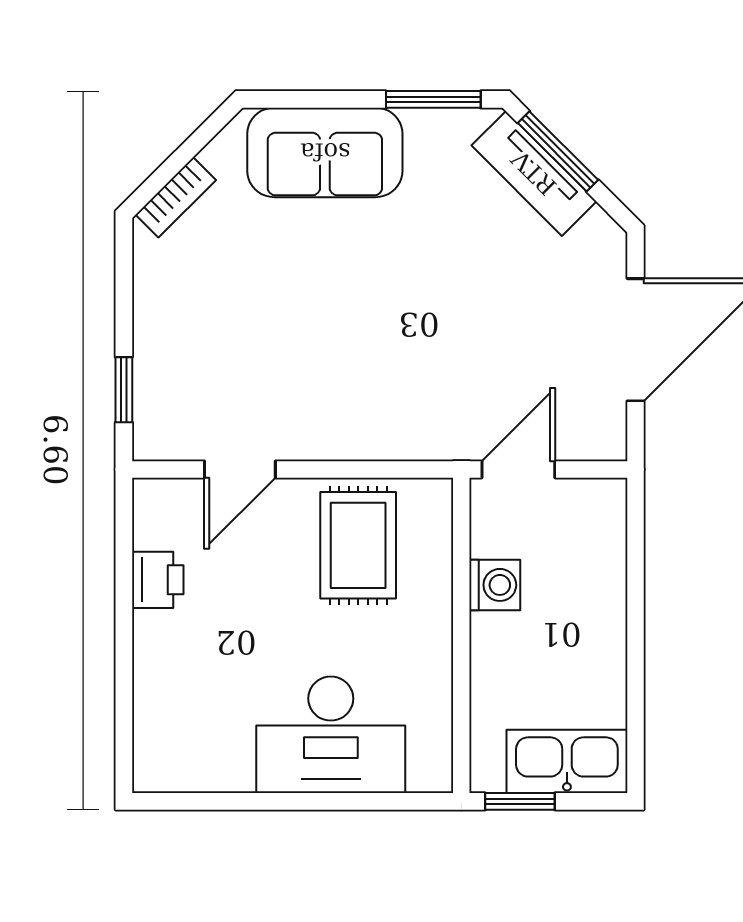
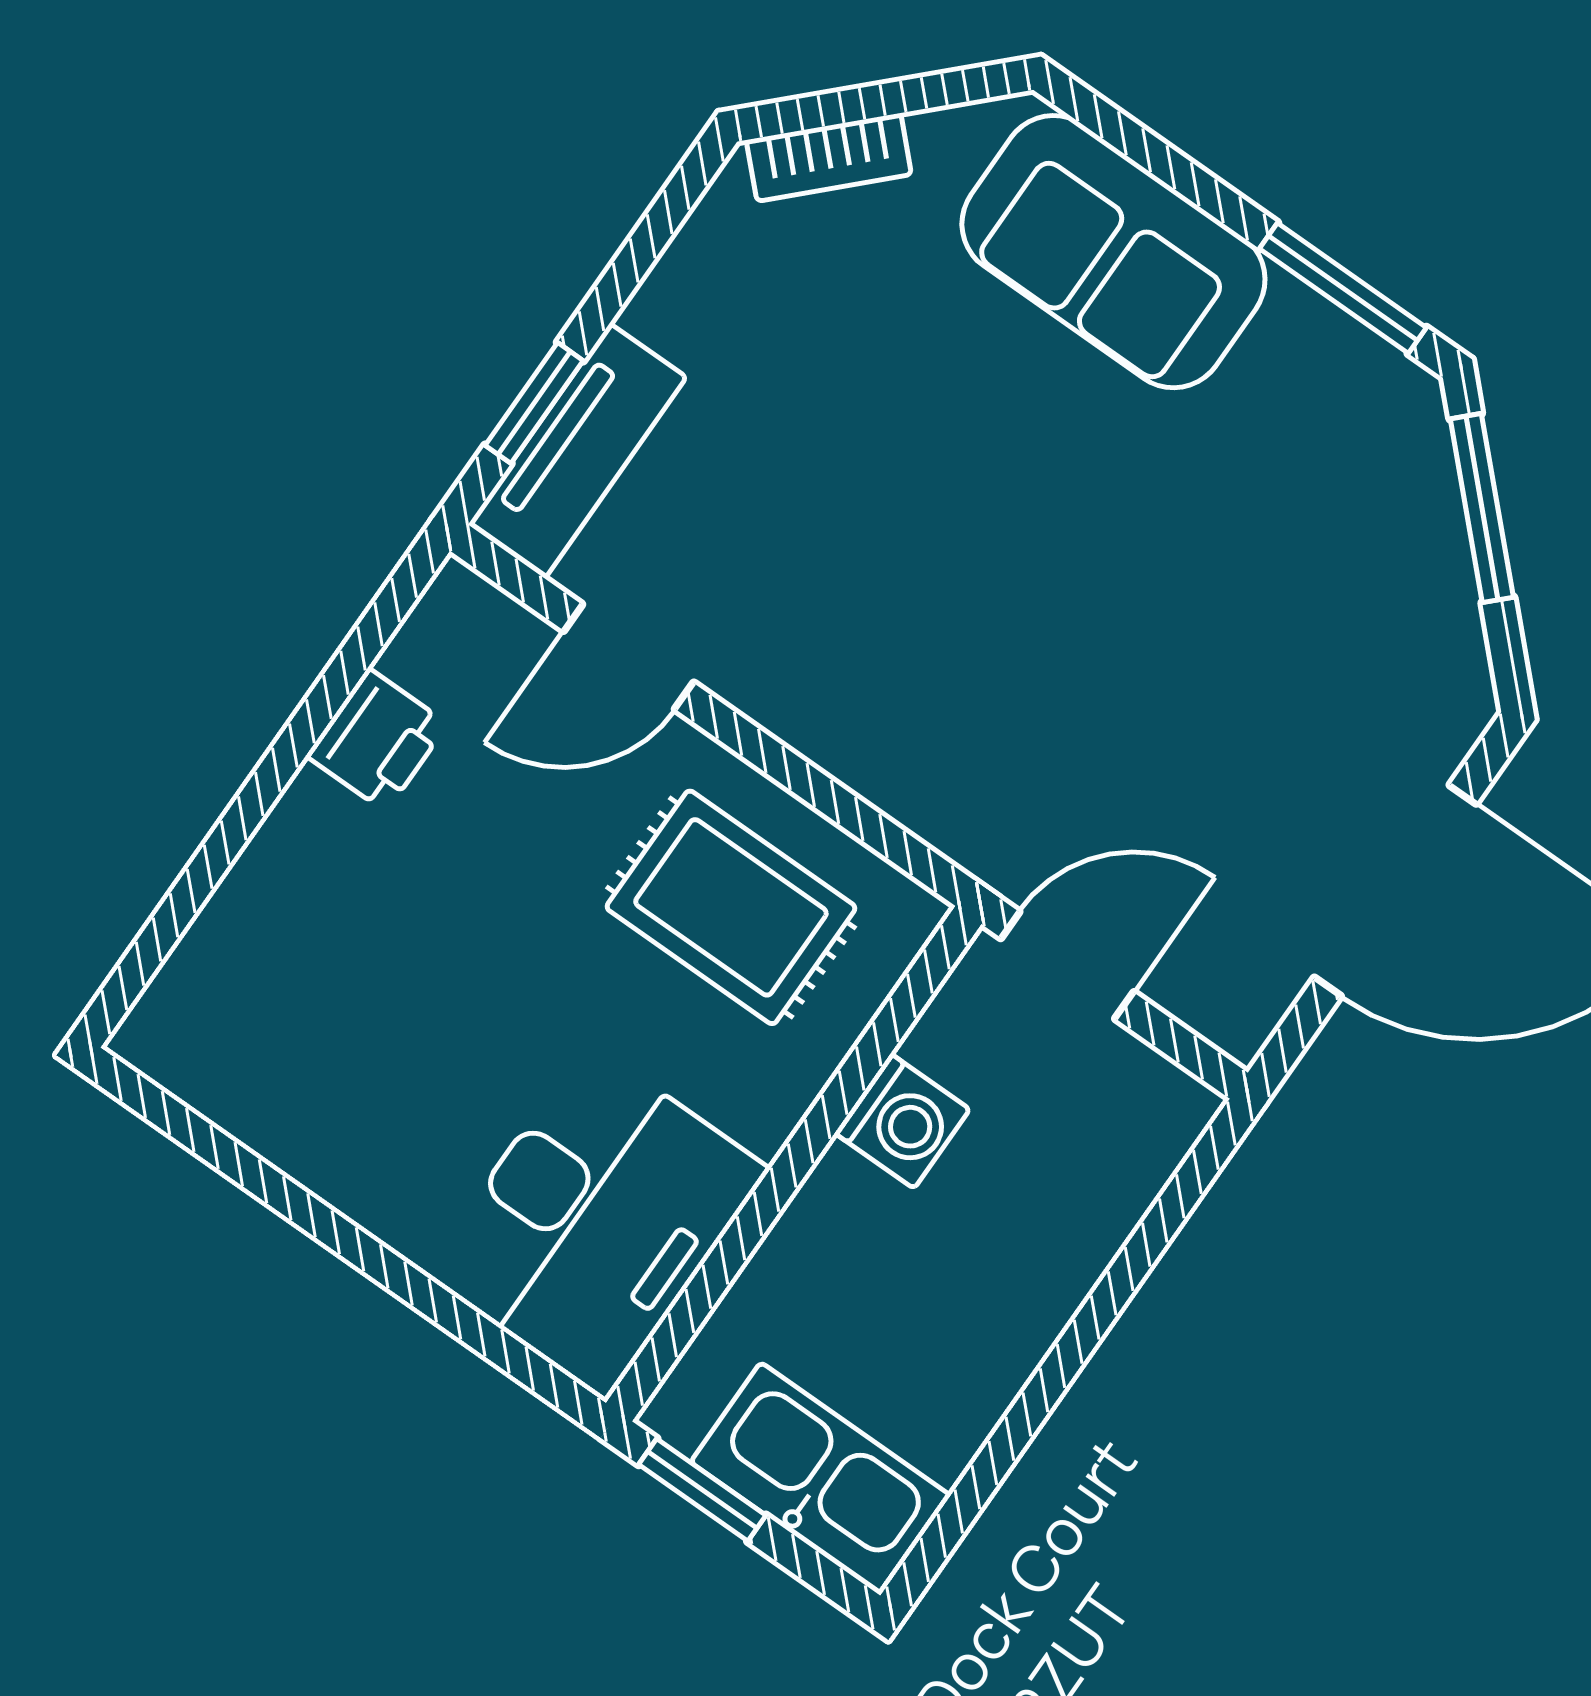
tv unit: (534, 173) -> (577, 451), moved, turned -135
rug: (358, 545) -> (731, 907), turned 90
desk: (331, 735) -> (596, 1221), moved, turned -90

